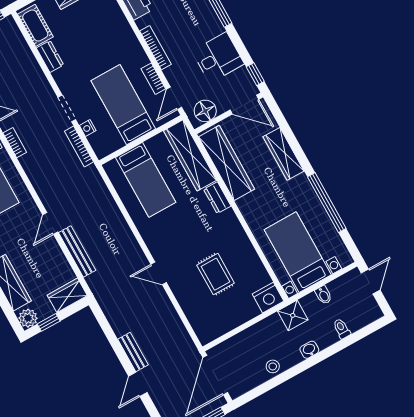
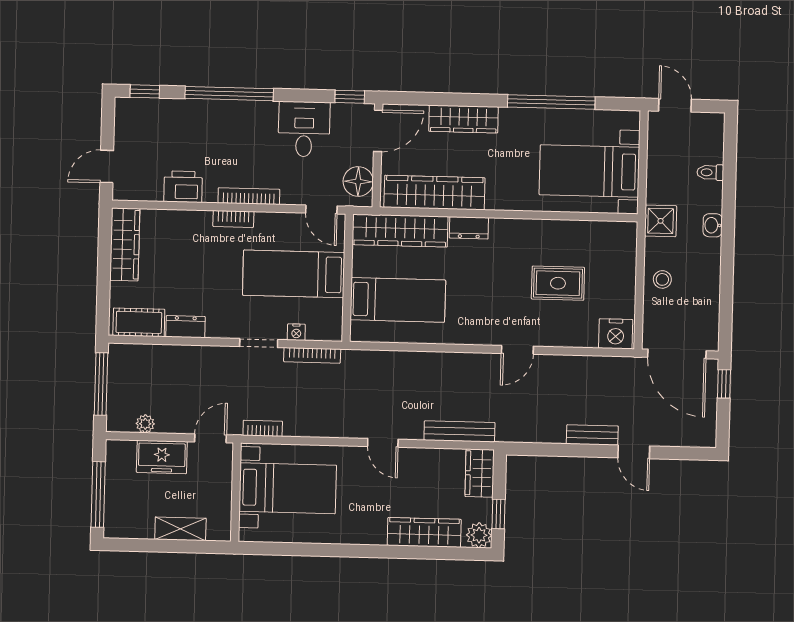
bookcase: (153, 79) -> (233, 219), moved
bench: (77, 251) -> (459, 431), moved
bidet: (323, 295) -> (658, 170), removed
nightstand: (268, 298) -> (616, 334), moved, turned 90
stool: (273, 366) -> (662, 279), moved

